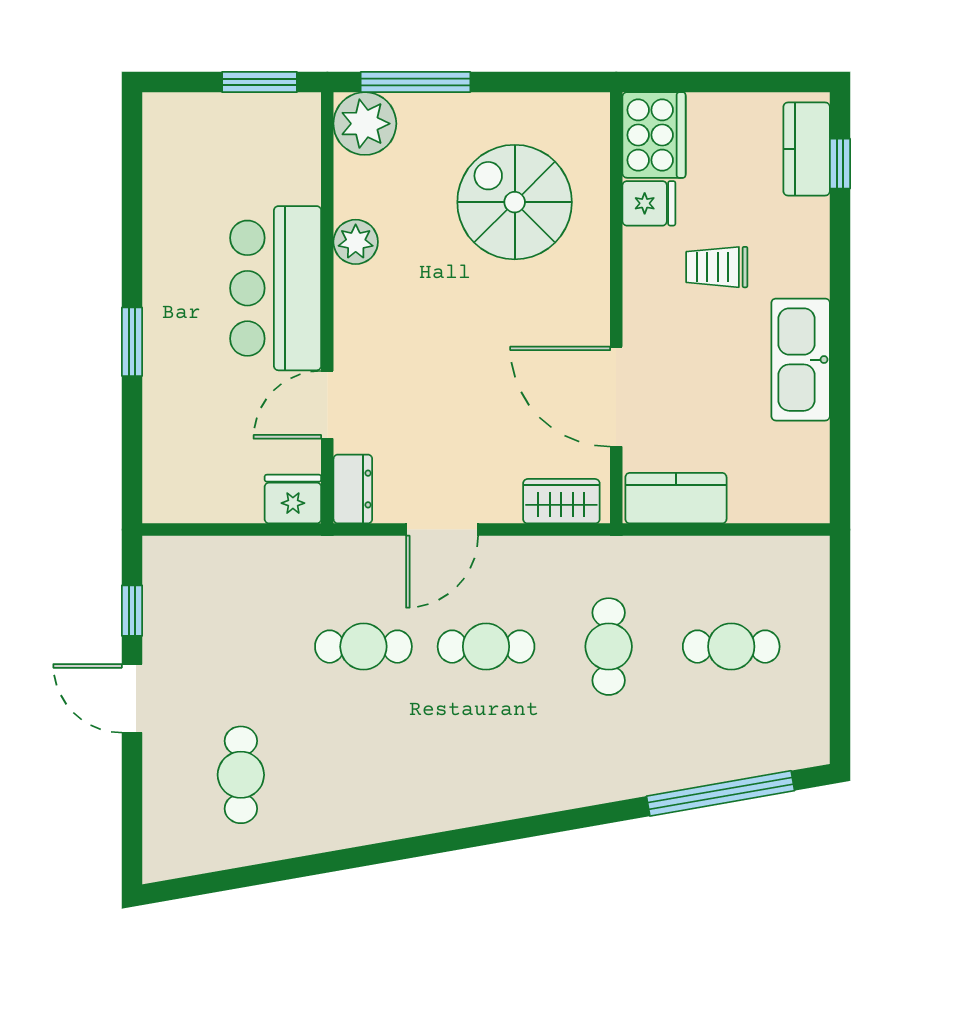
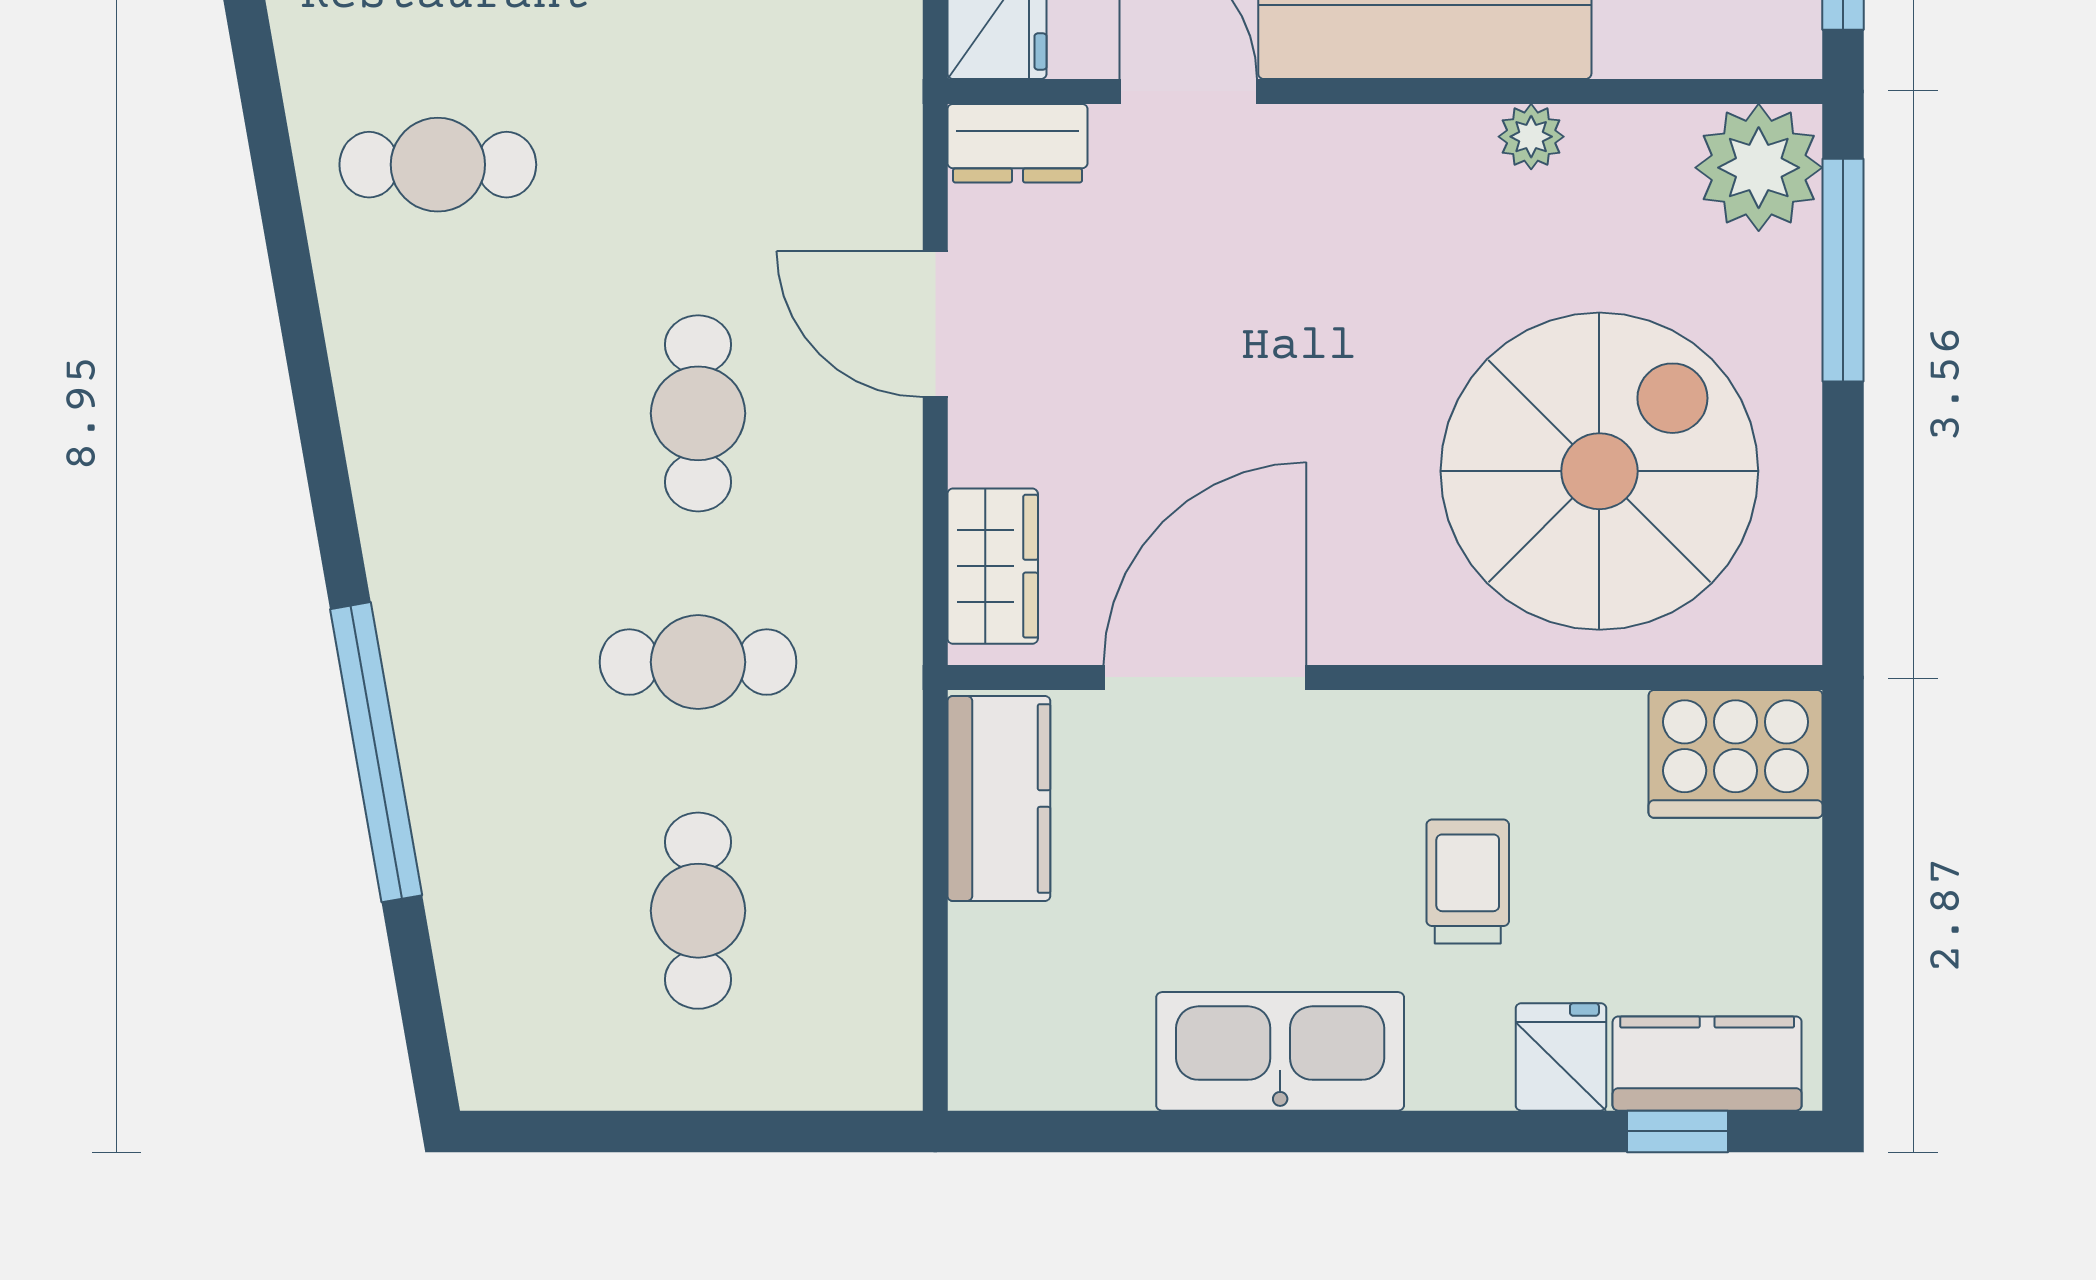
spiral stairs: (515, 202) -> (1599, 471), width x1.37, depth x1.37
fridge: (649, 203) -> (1561, 1057), moved, turned 180
plant: (356, 242) -> (1531, 137), width x0.73, depth x0.73
cafe table: (363, 647) -> (438, 165), moved, turned 90
window: (721, 793) -> (376, 752), moved

